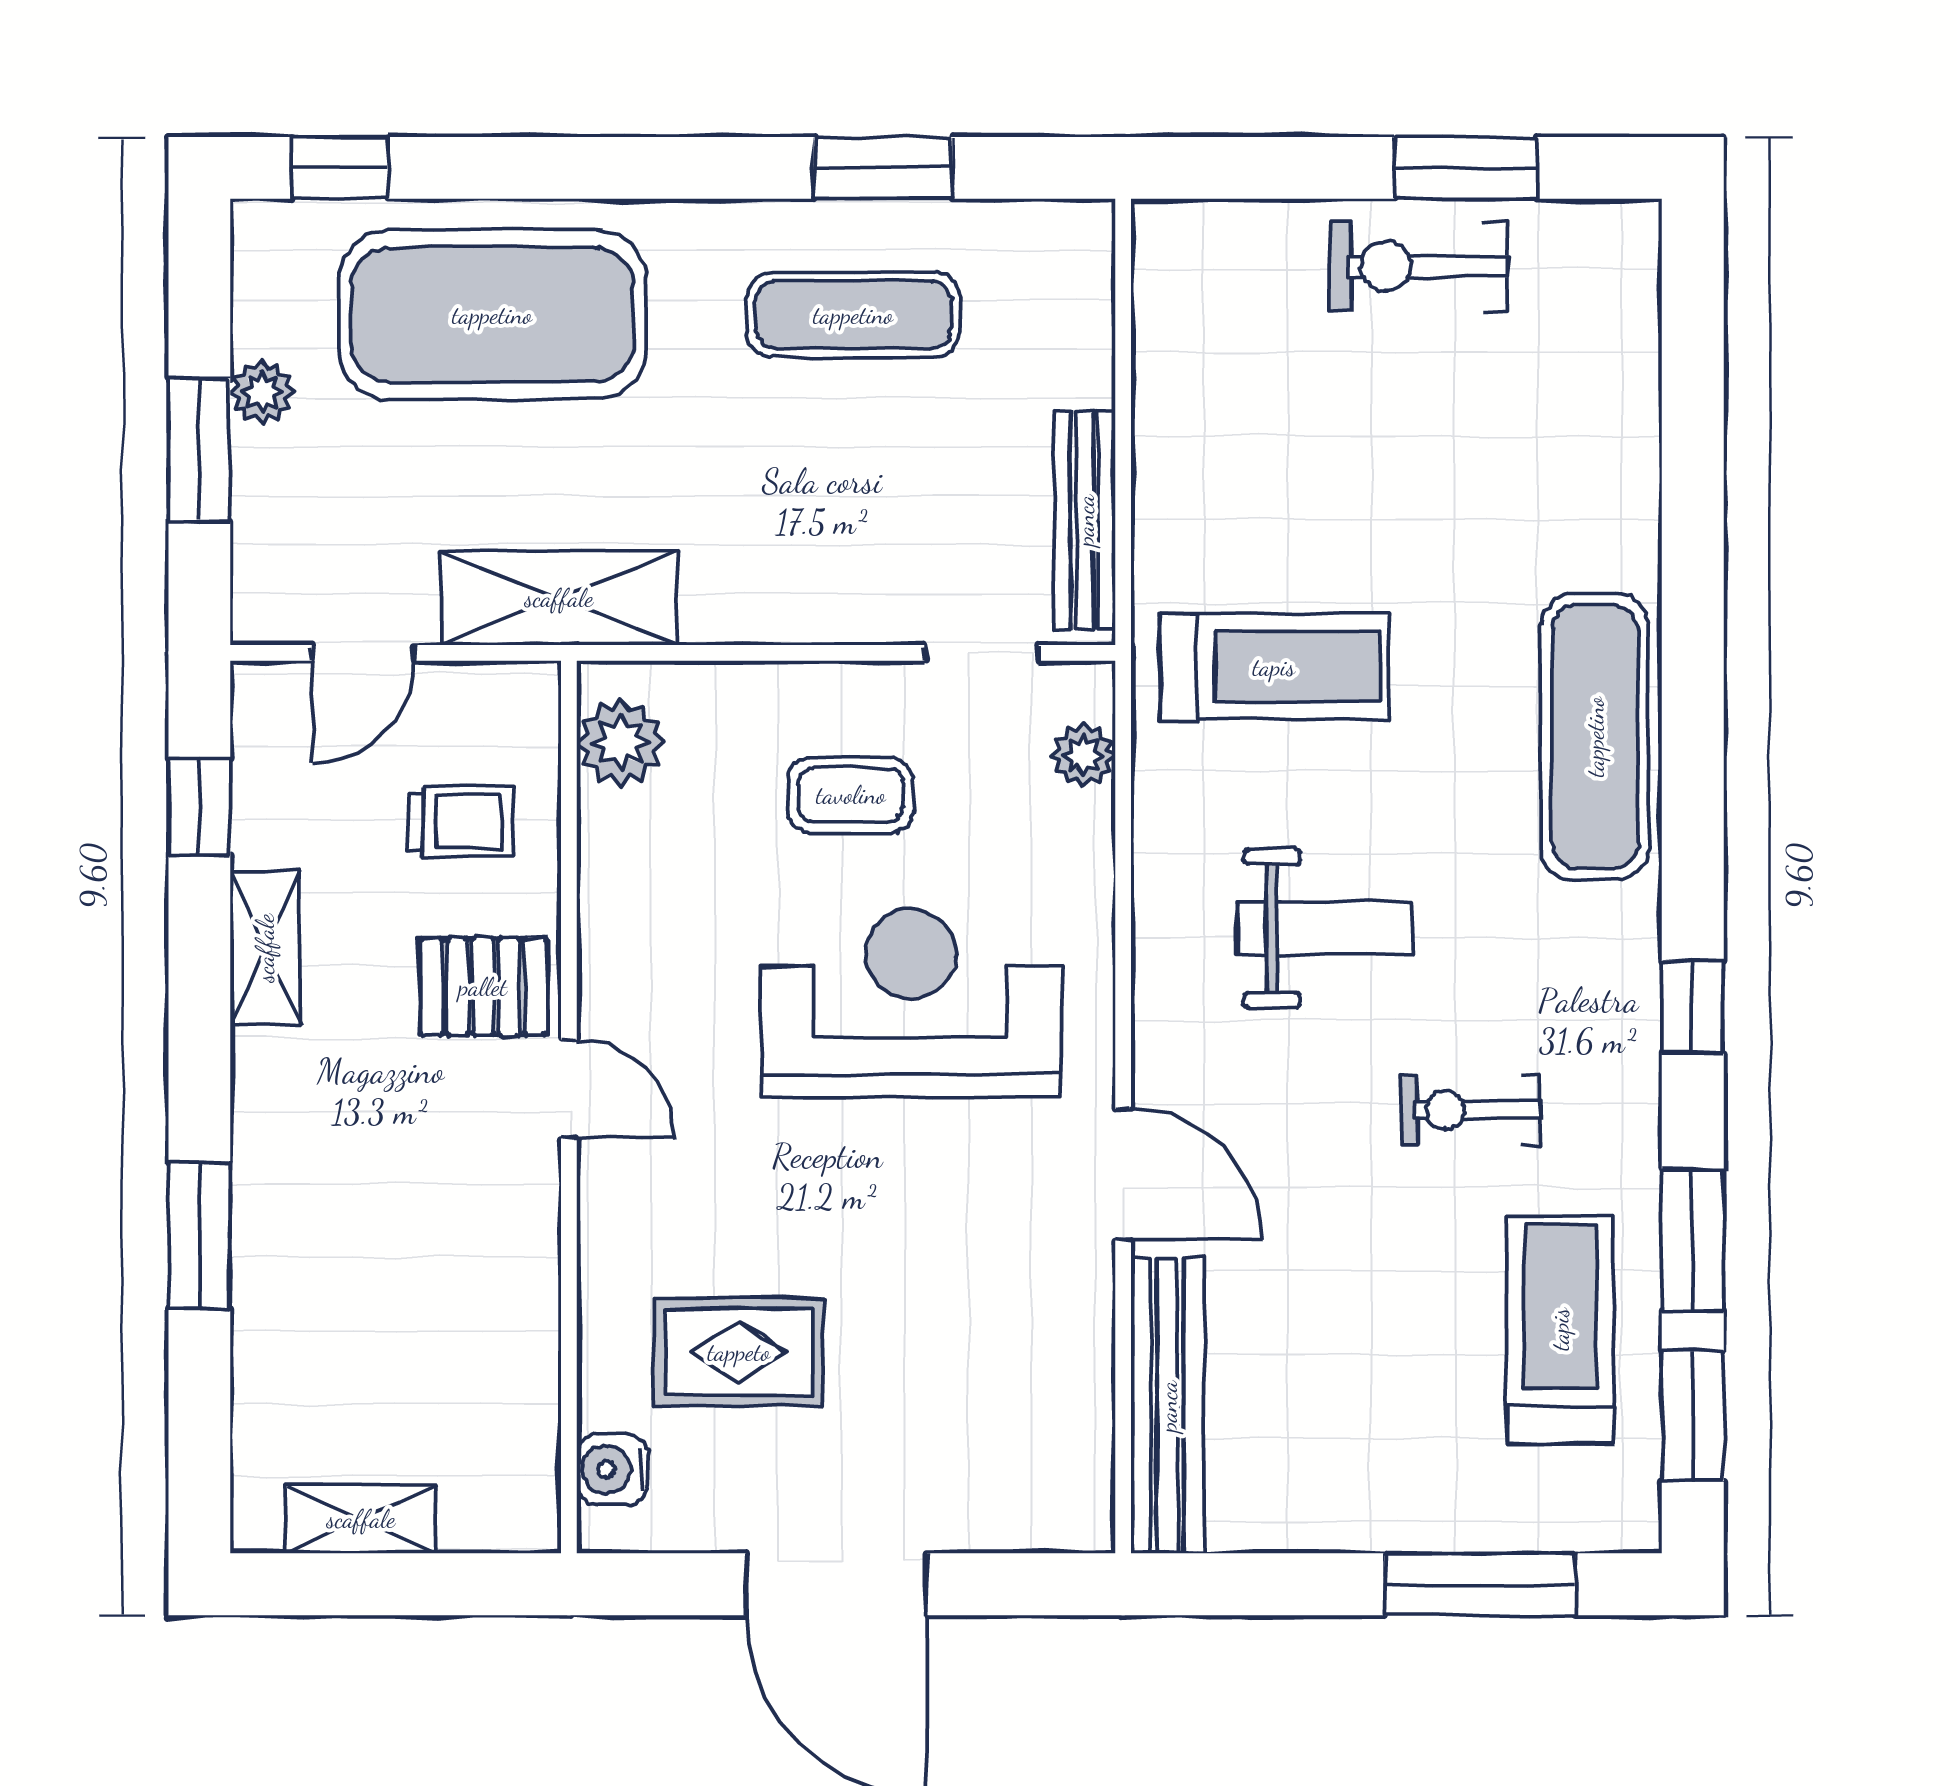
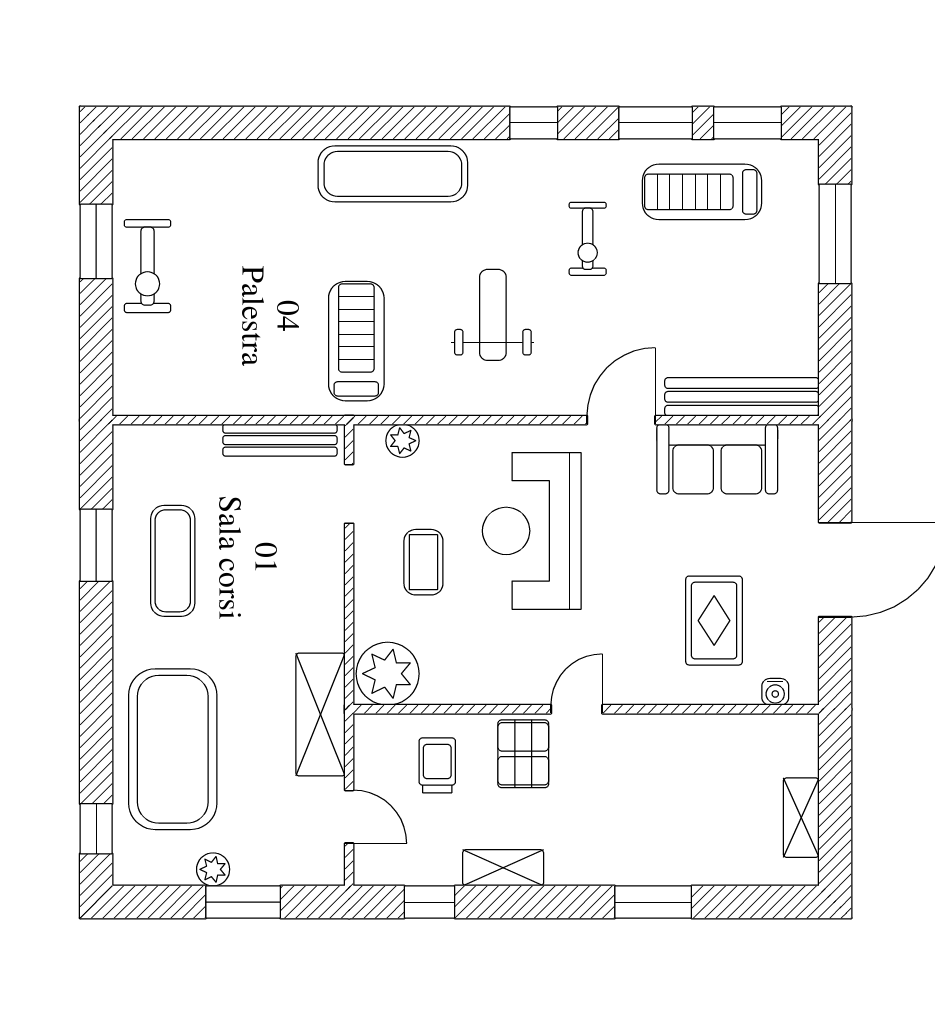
plant: (621, 743) -> (388, 674), width x1.36, depth x1.36
sofa: (1049, 1358) -> (717, 459), added
water cooler: (612, 1470) -> (775, 692), width x0.72, depth x0.72

